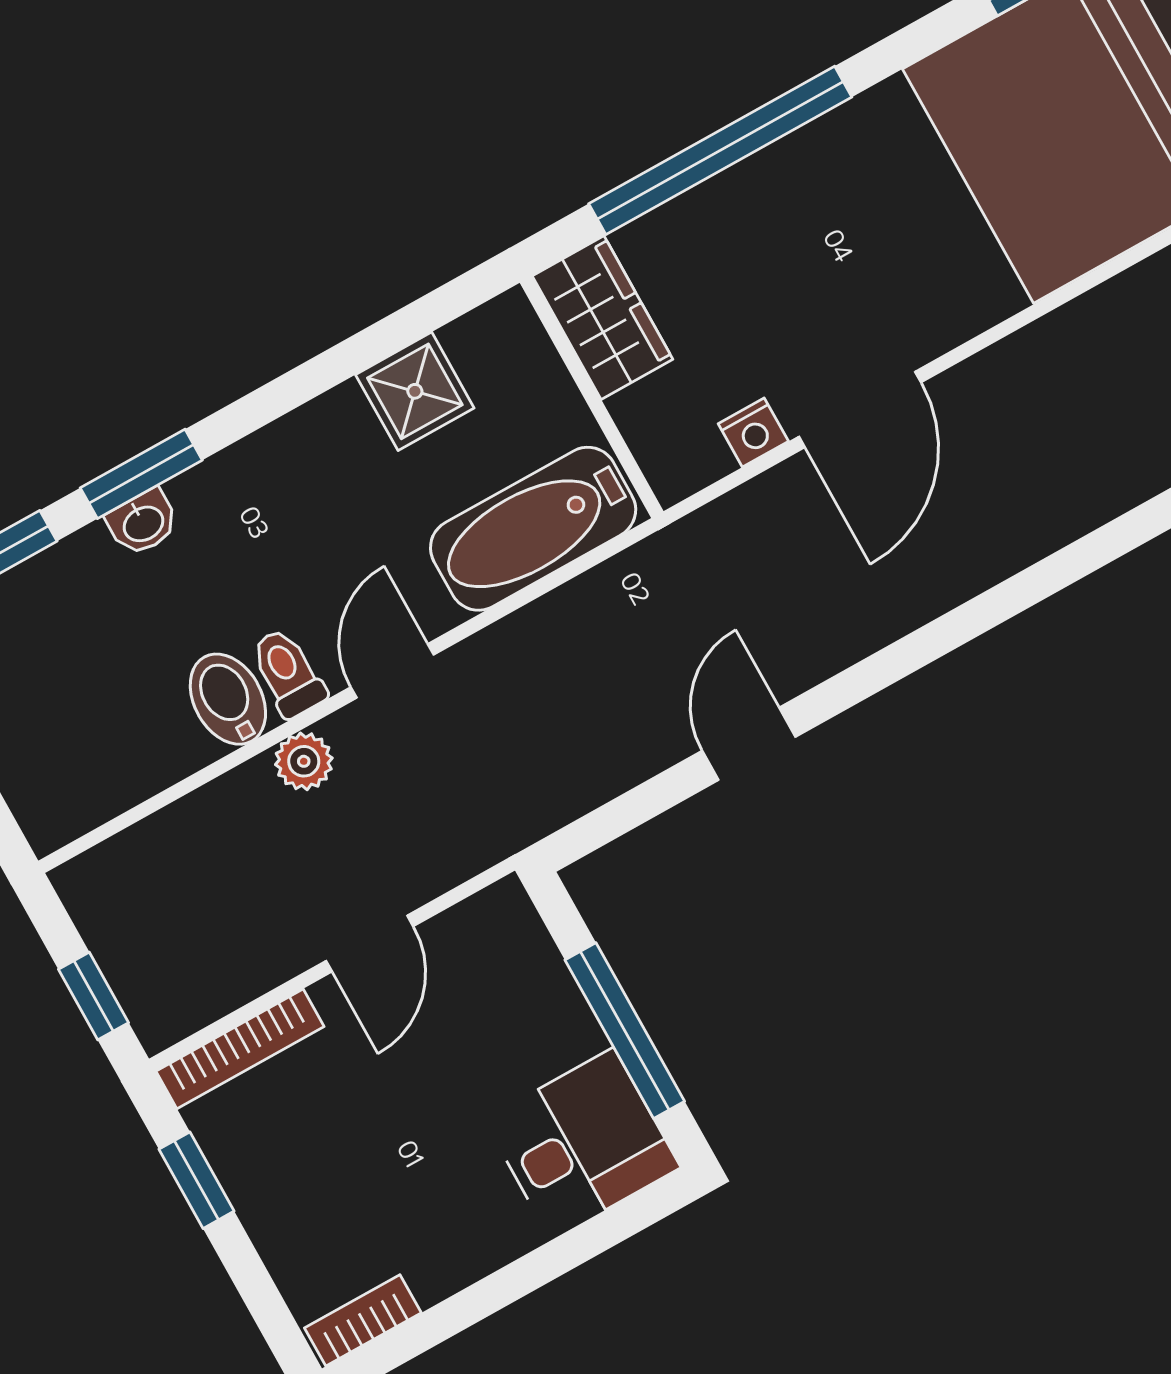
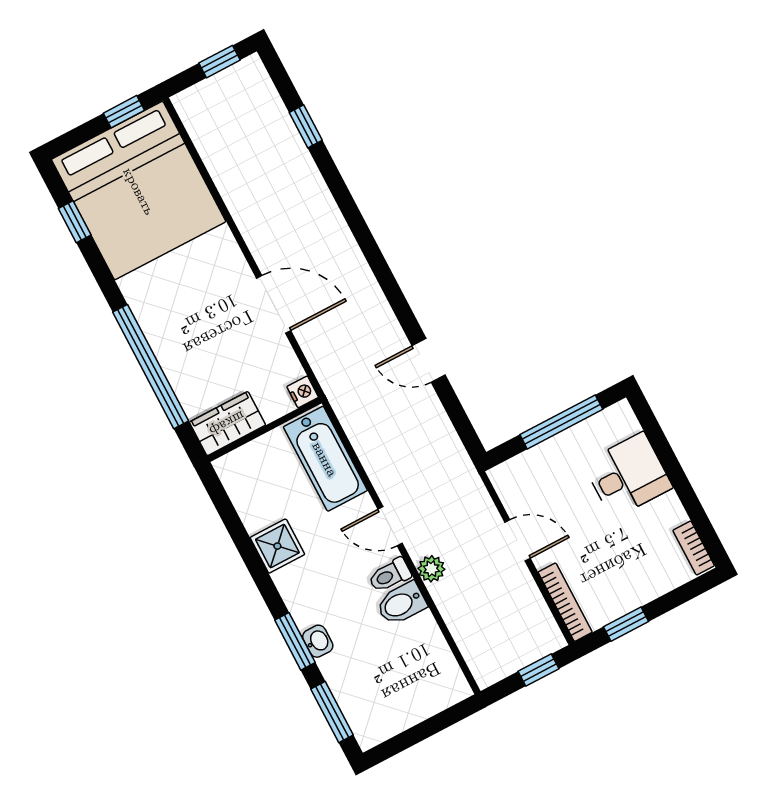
shower: (415, 391) -> (277, 546), moved
nightstand: (753, 432) -> (303, 392), moved
desk: (582, 1144) -> (628, 475), moved, turned 90

